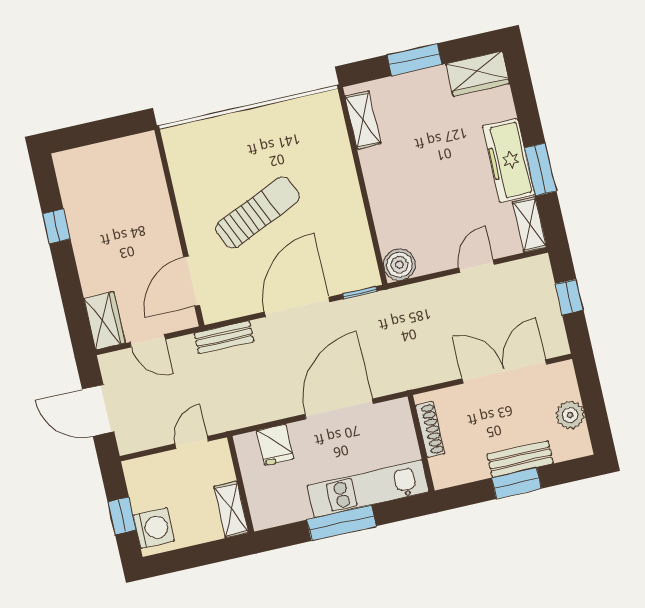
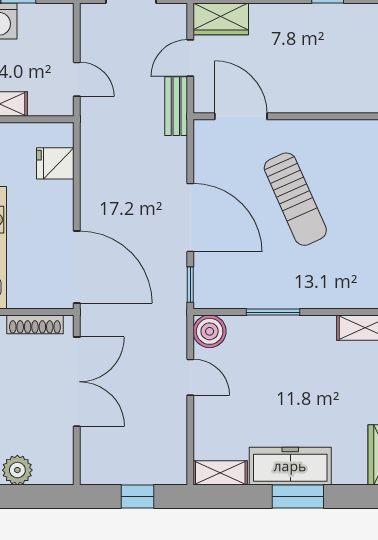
window: (540, 170) -> (298, 496), moved
window: (368, 209) -> (273, 312), added
door: (476, 266) -> (190, 377), moved
bench: (224, 337) -> (176, 106), moved
double door: (504, 371) -> (77, 382), moved
door: (339, 409) -> (77, 267), moved

